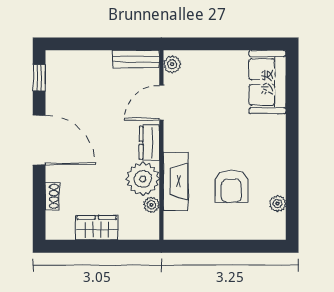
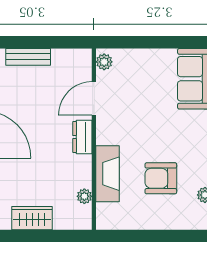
bench: (136, 59) -> (28, 57), moved
plant: (143, 179) -> (76, 171), removed
armchair: (231, 186) -> (161, 178), turned 90

